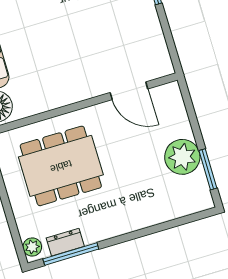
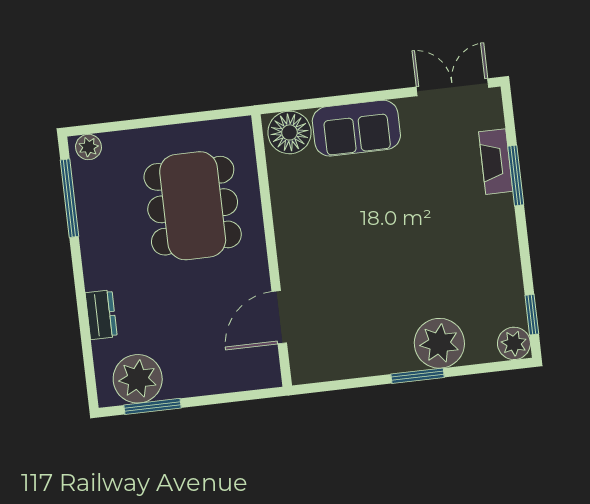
plant: (182, 157) -> (138, 379), moved
dresser: (65, 242) -> (101, 315), moved

